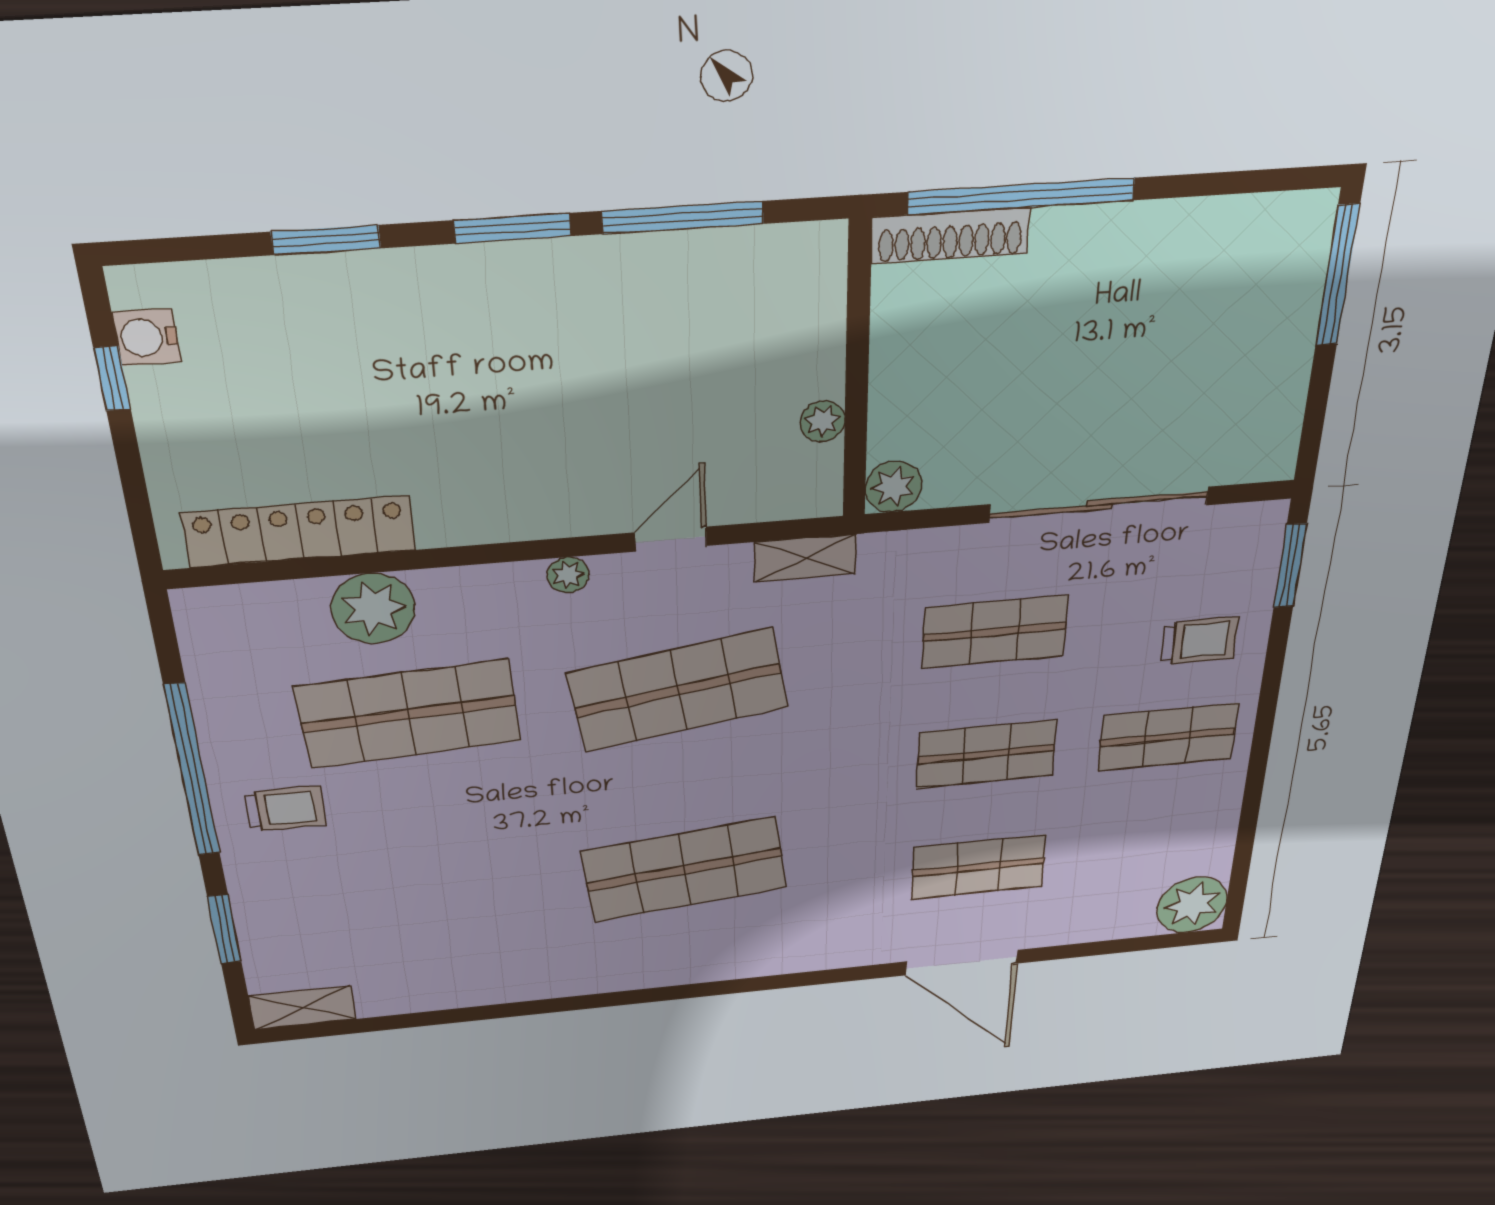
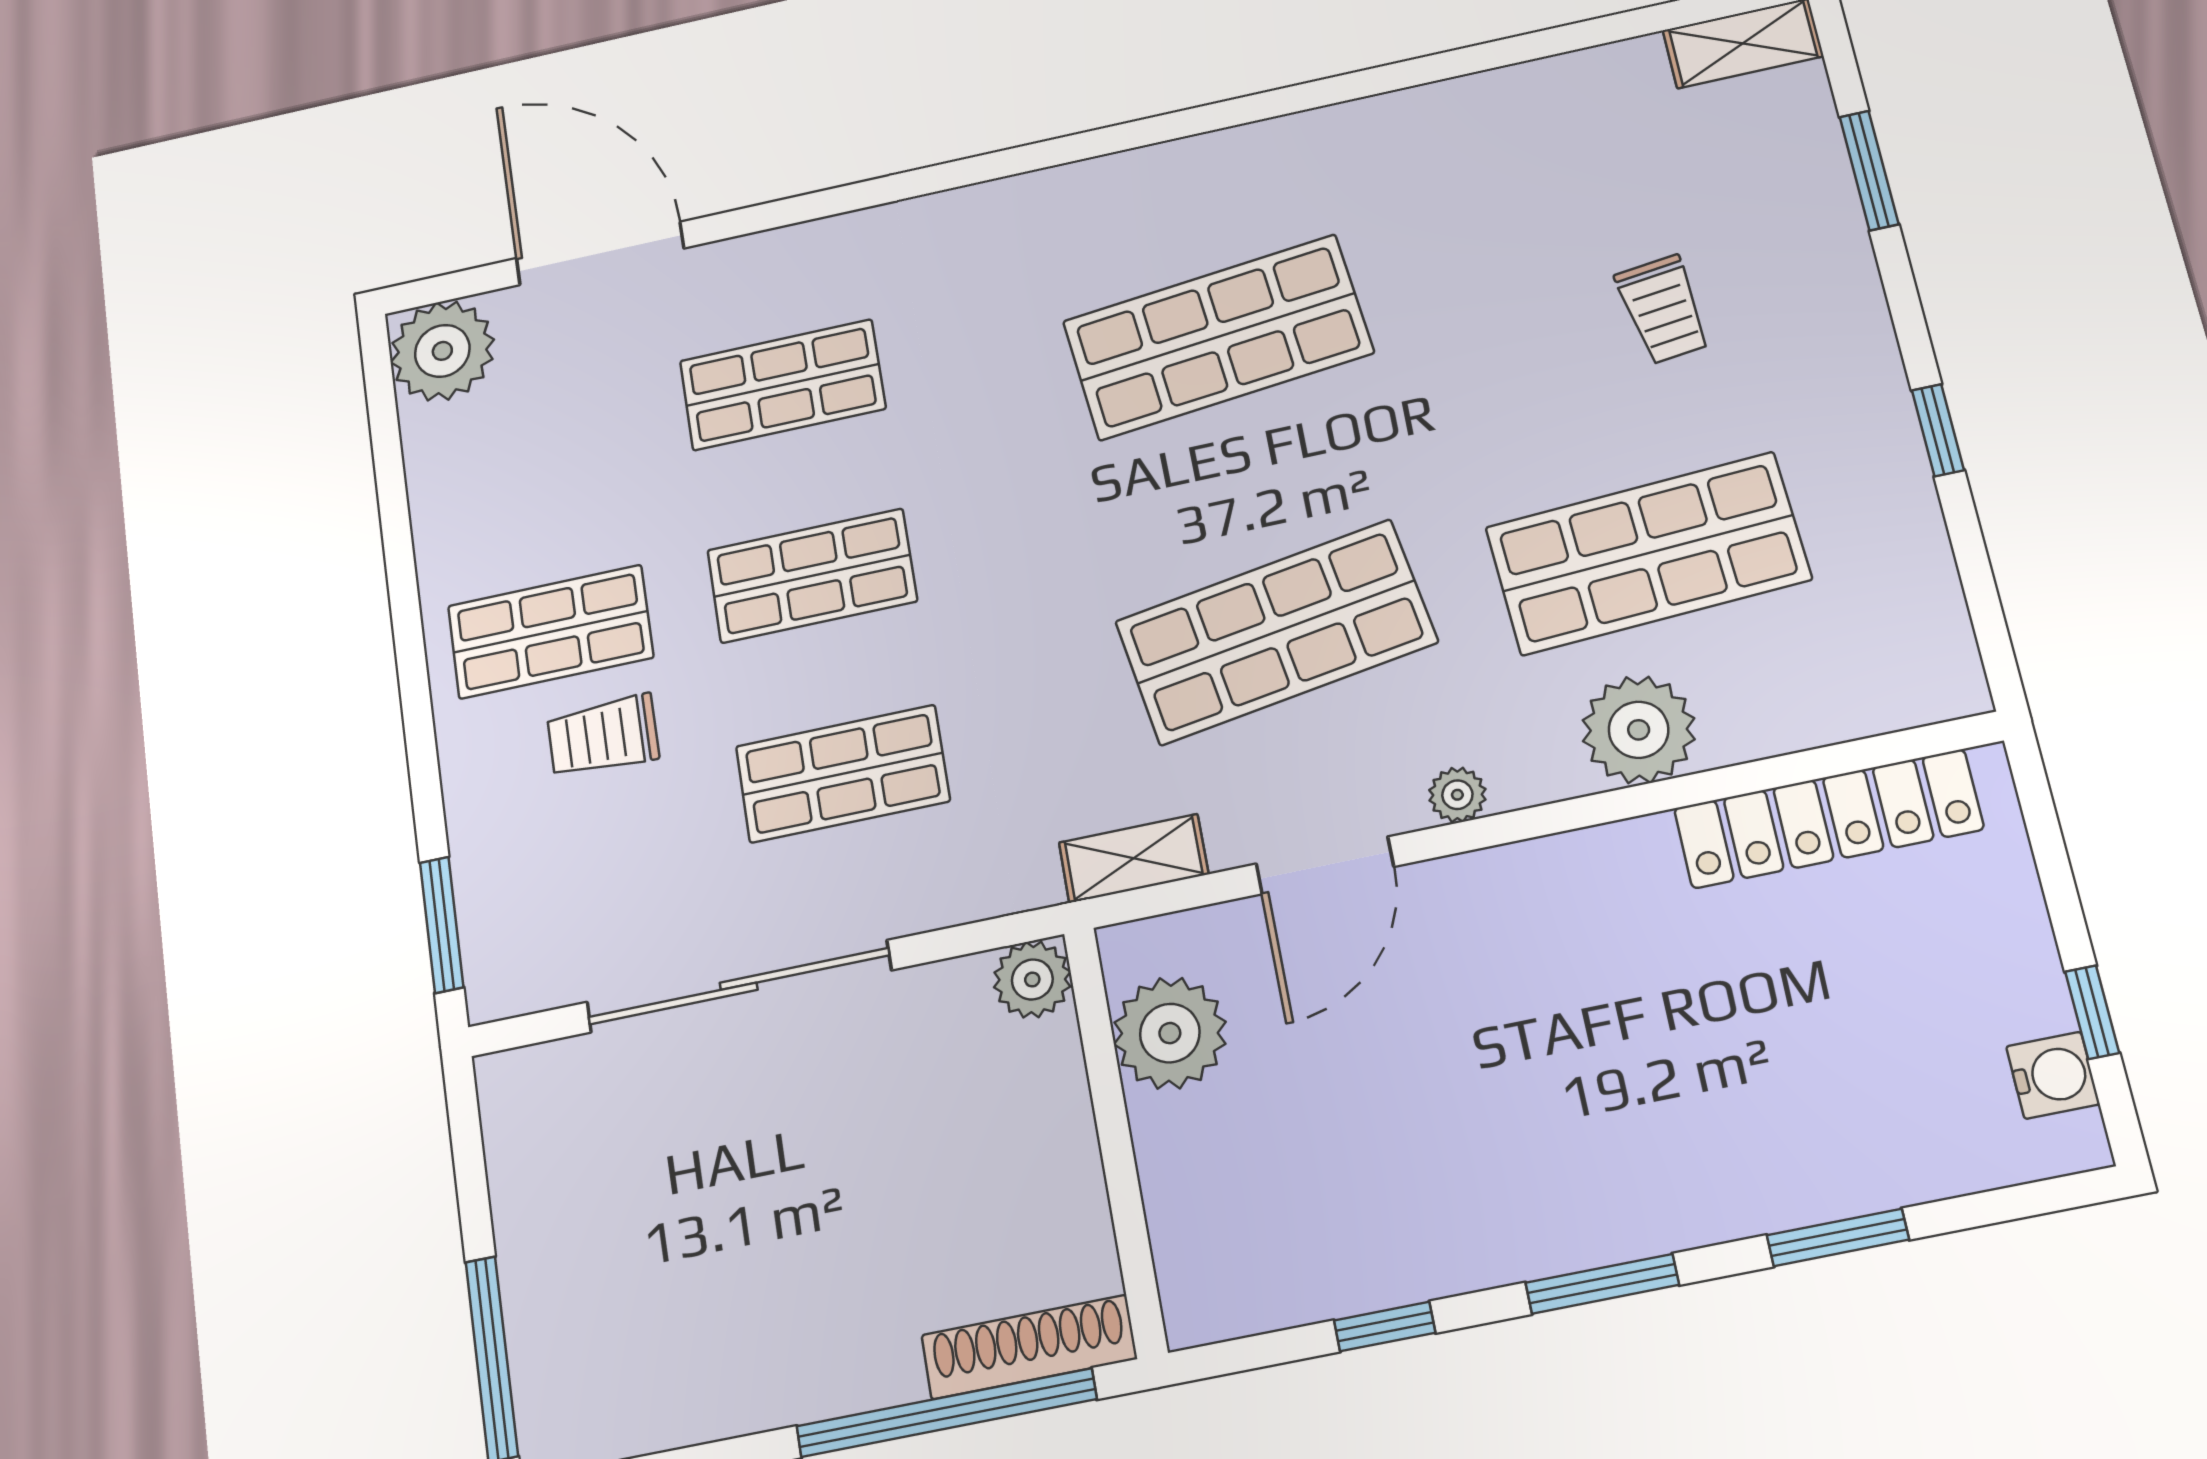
window: (683, 217) -> (1385, 1327), width x0.46
plant: (823, 421) -> (1170, 1033), width x1.87, depth x1.87
door: (671, 539) -> (1325, 865), width x1.38
plant: (373, 608) -> (1639, 730), moved
trolley: (1200, 641) -> (603, 736), moved
window: (192, 771) -> (1938, 430), width x0.32
trolley: (285, 809) -> (1663, 309), moved, turned -97
door: (962, 963) -> (600, 253), moved

